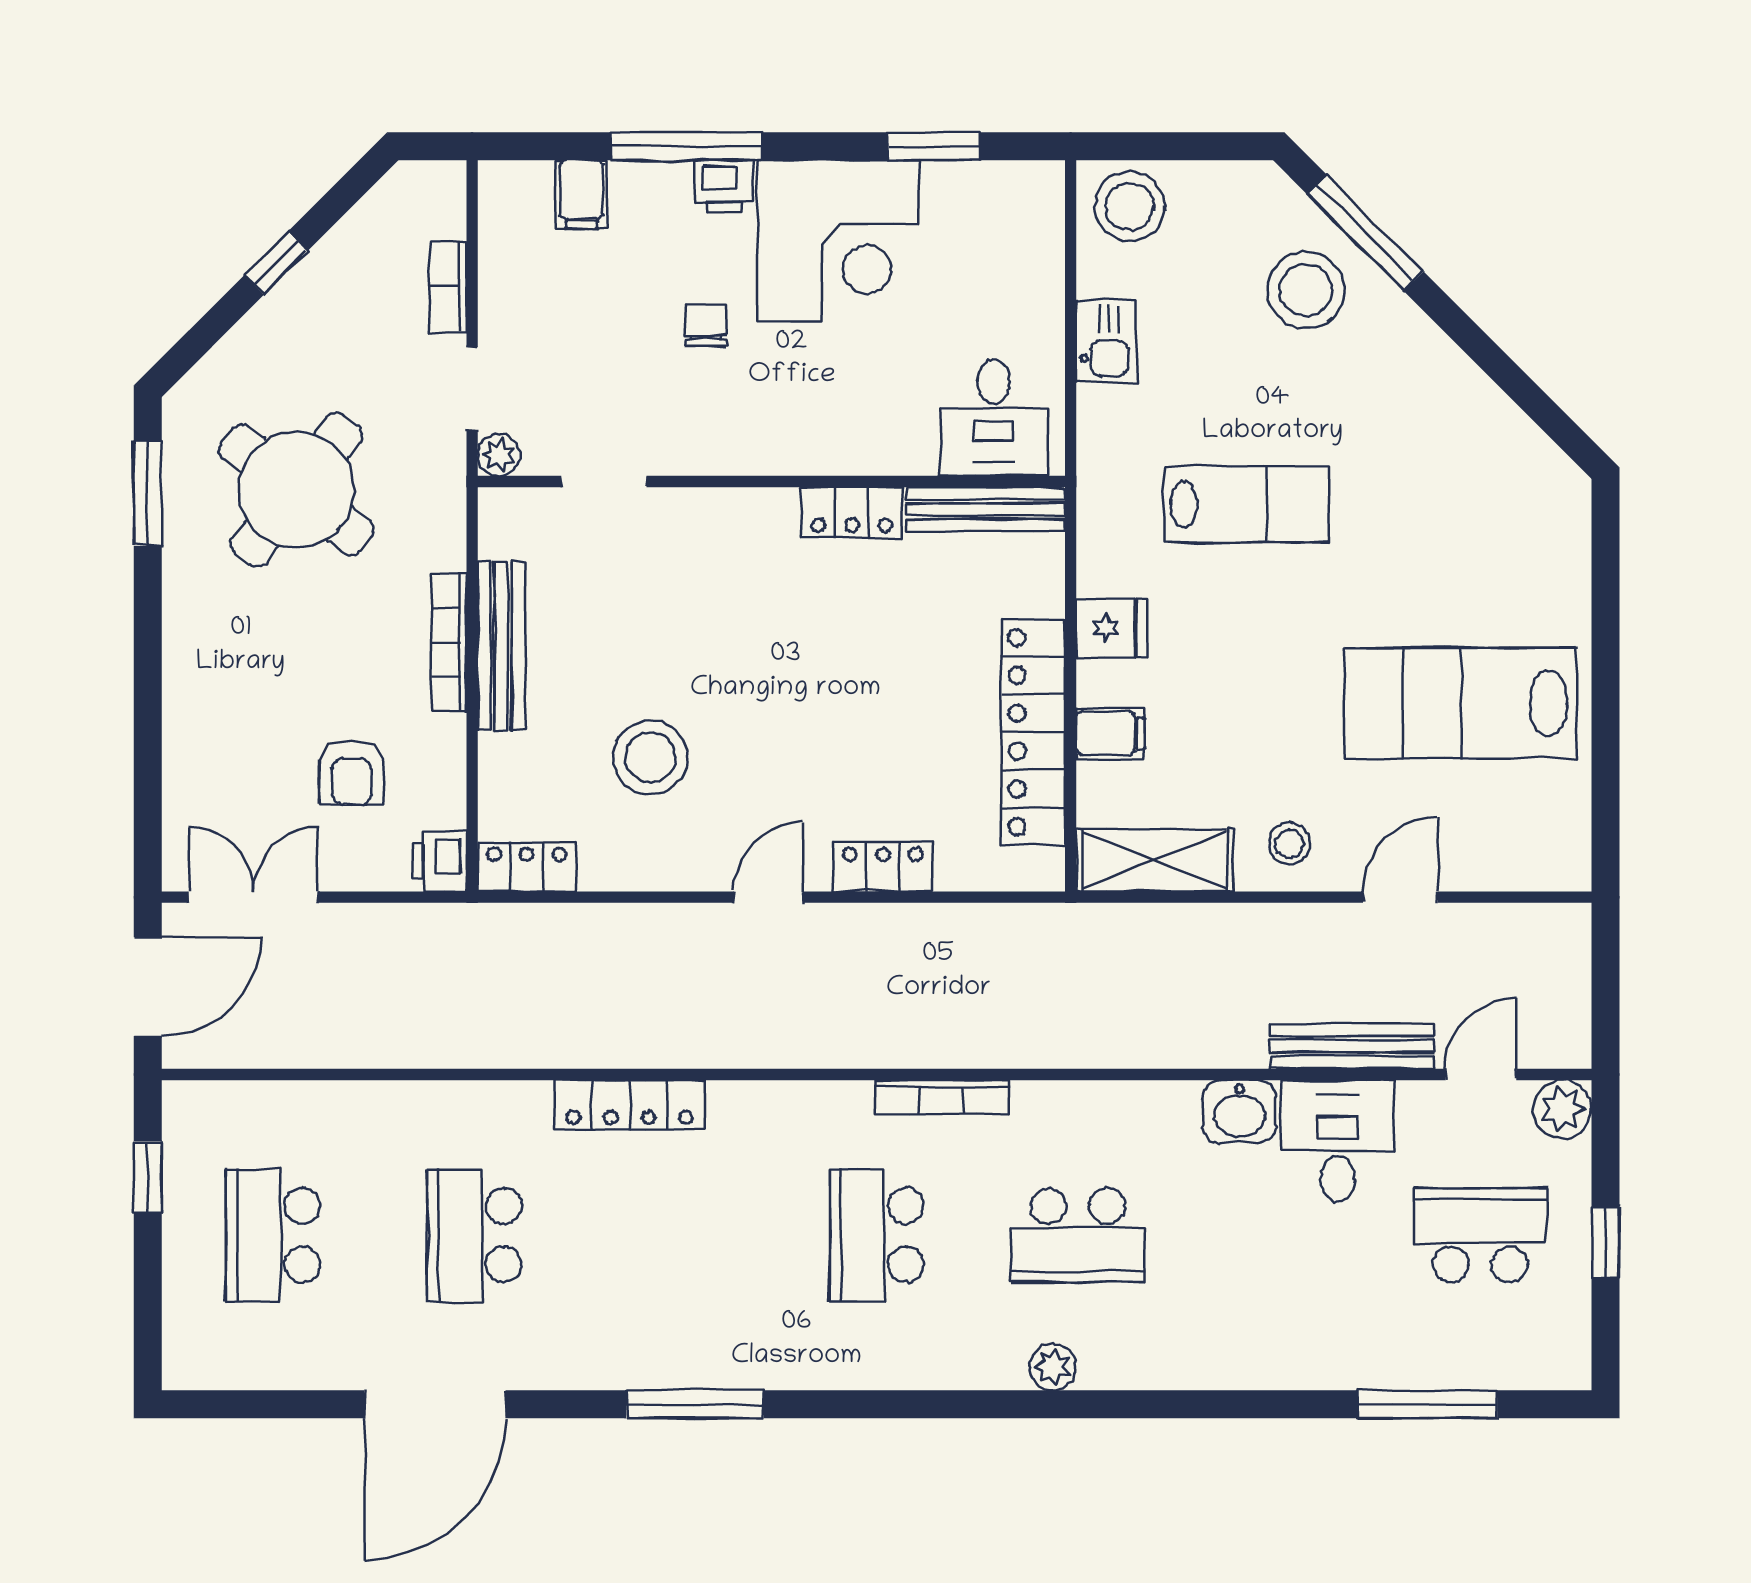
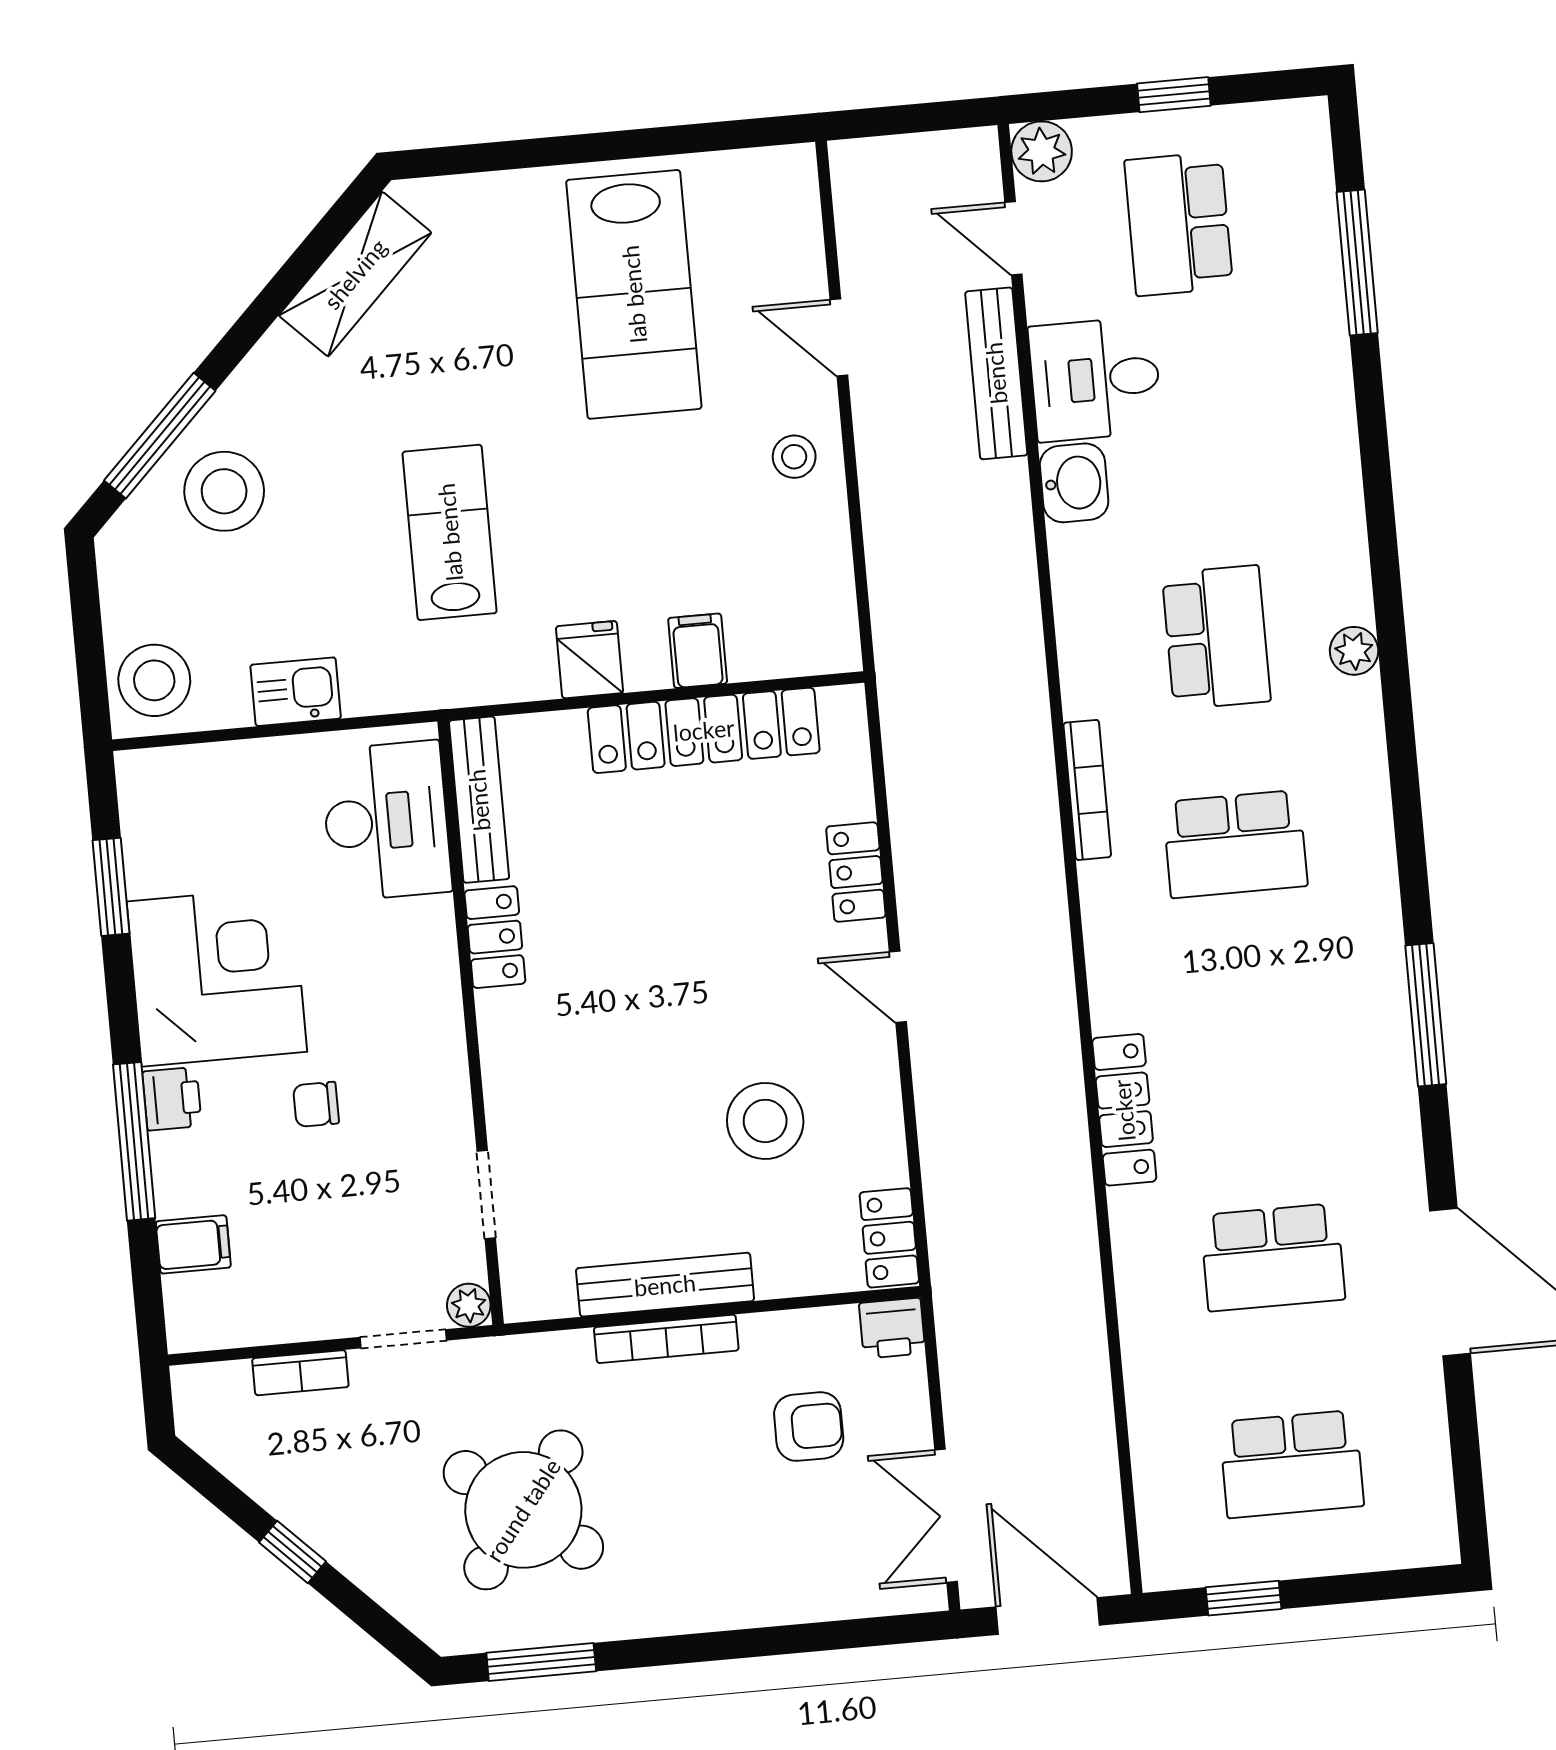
desk: (994, 418) -> (386, 821), width x1.37
shelving: (1155, 860) -> (355, 274), moved, turned 45

